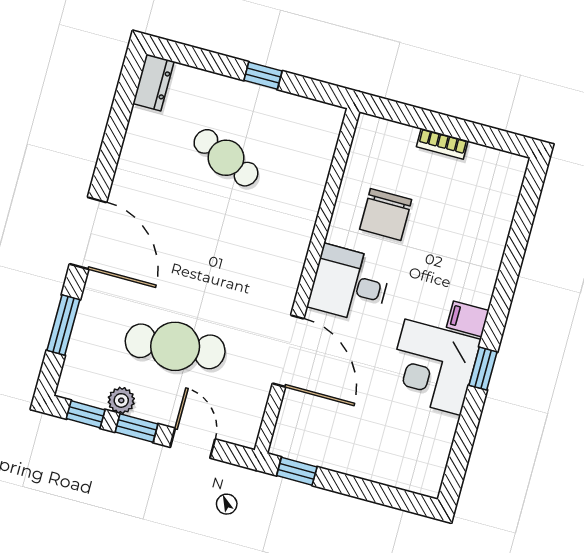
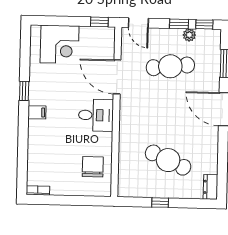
bookcase: (442, 144) -> (38, 190), moved
cafe table: (226, 158) -> (168, 160), width x1.37, depth x1.35
chair: (386, 214) -> (93, 167), moved
corner desk: (433, 367) -> (60, 44), moved, turned 90
door: (193, 443) -> (138, 23), moved

